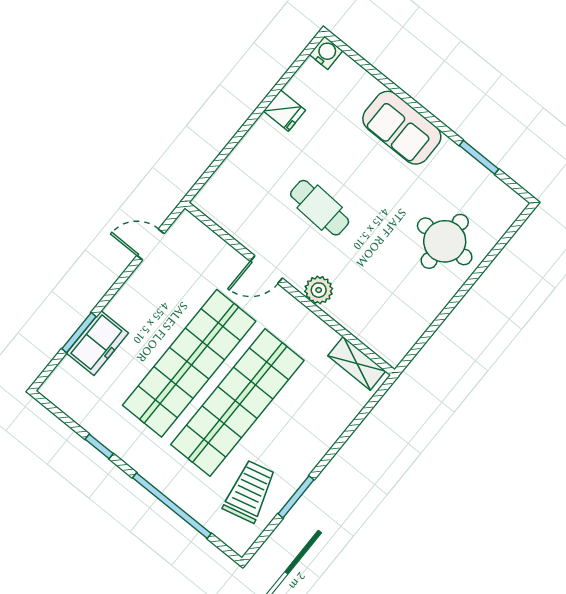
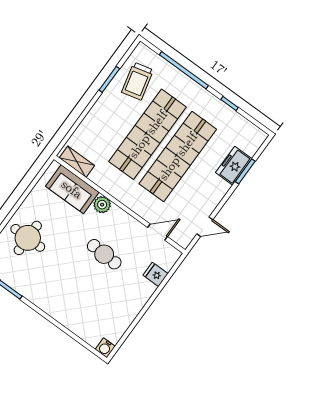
fridge: (284, 111) -> (156, 274), moved
sofa: (402, 128) -> (72, 189), moved, turned 180
door: (266, 270) -> (157, 232), moved

